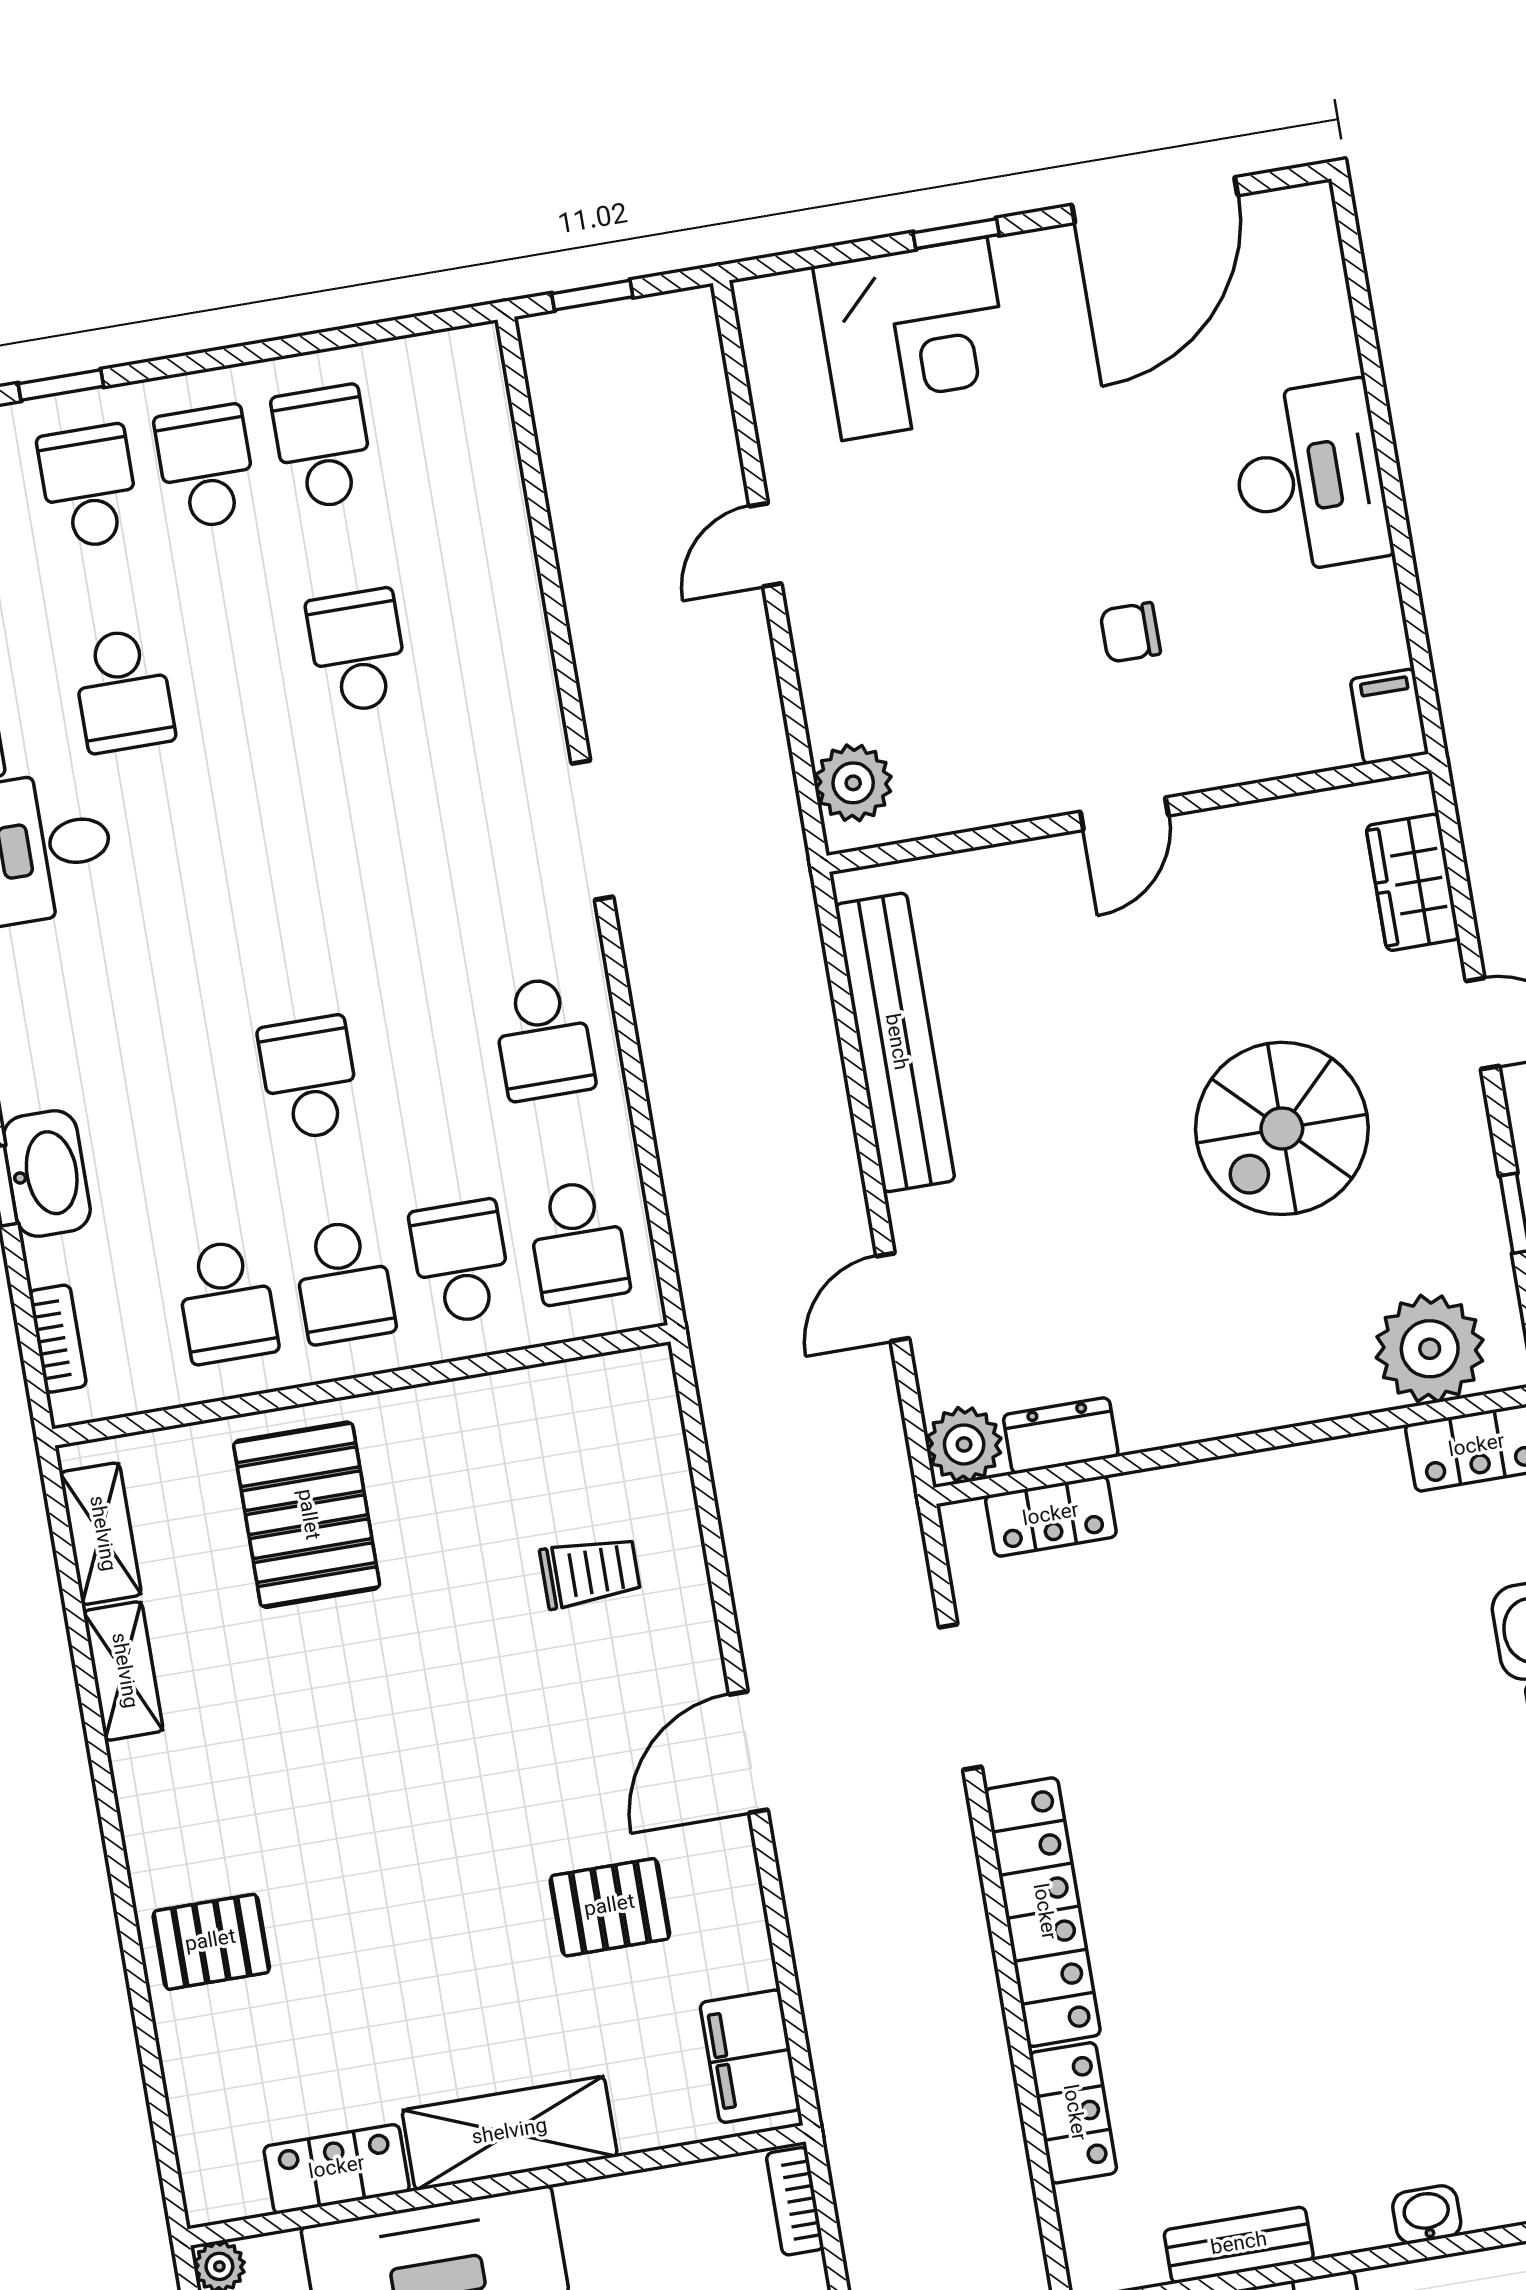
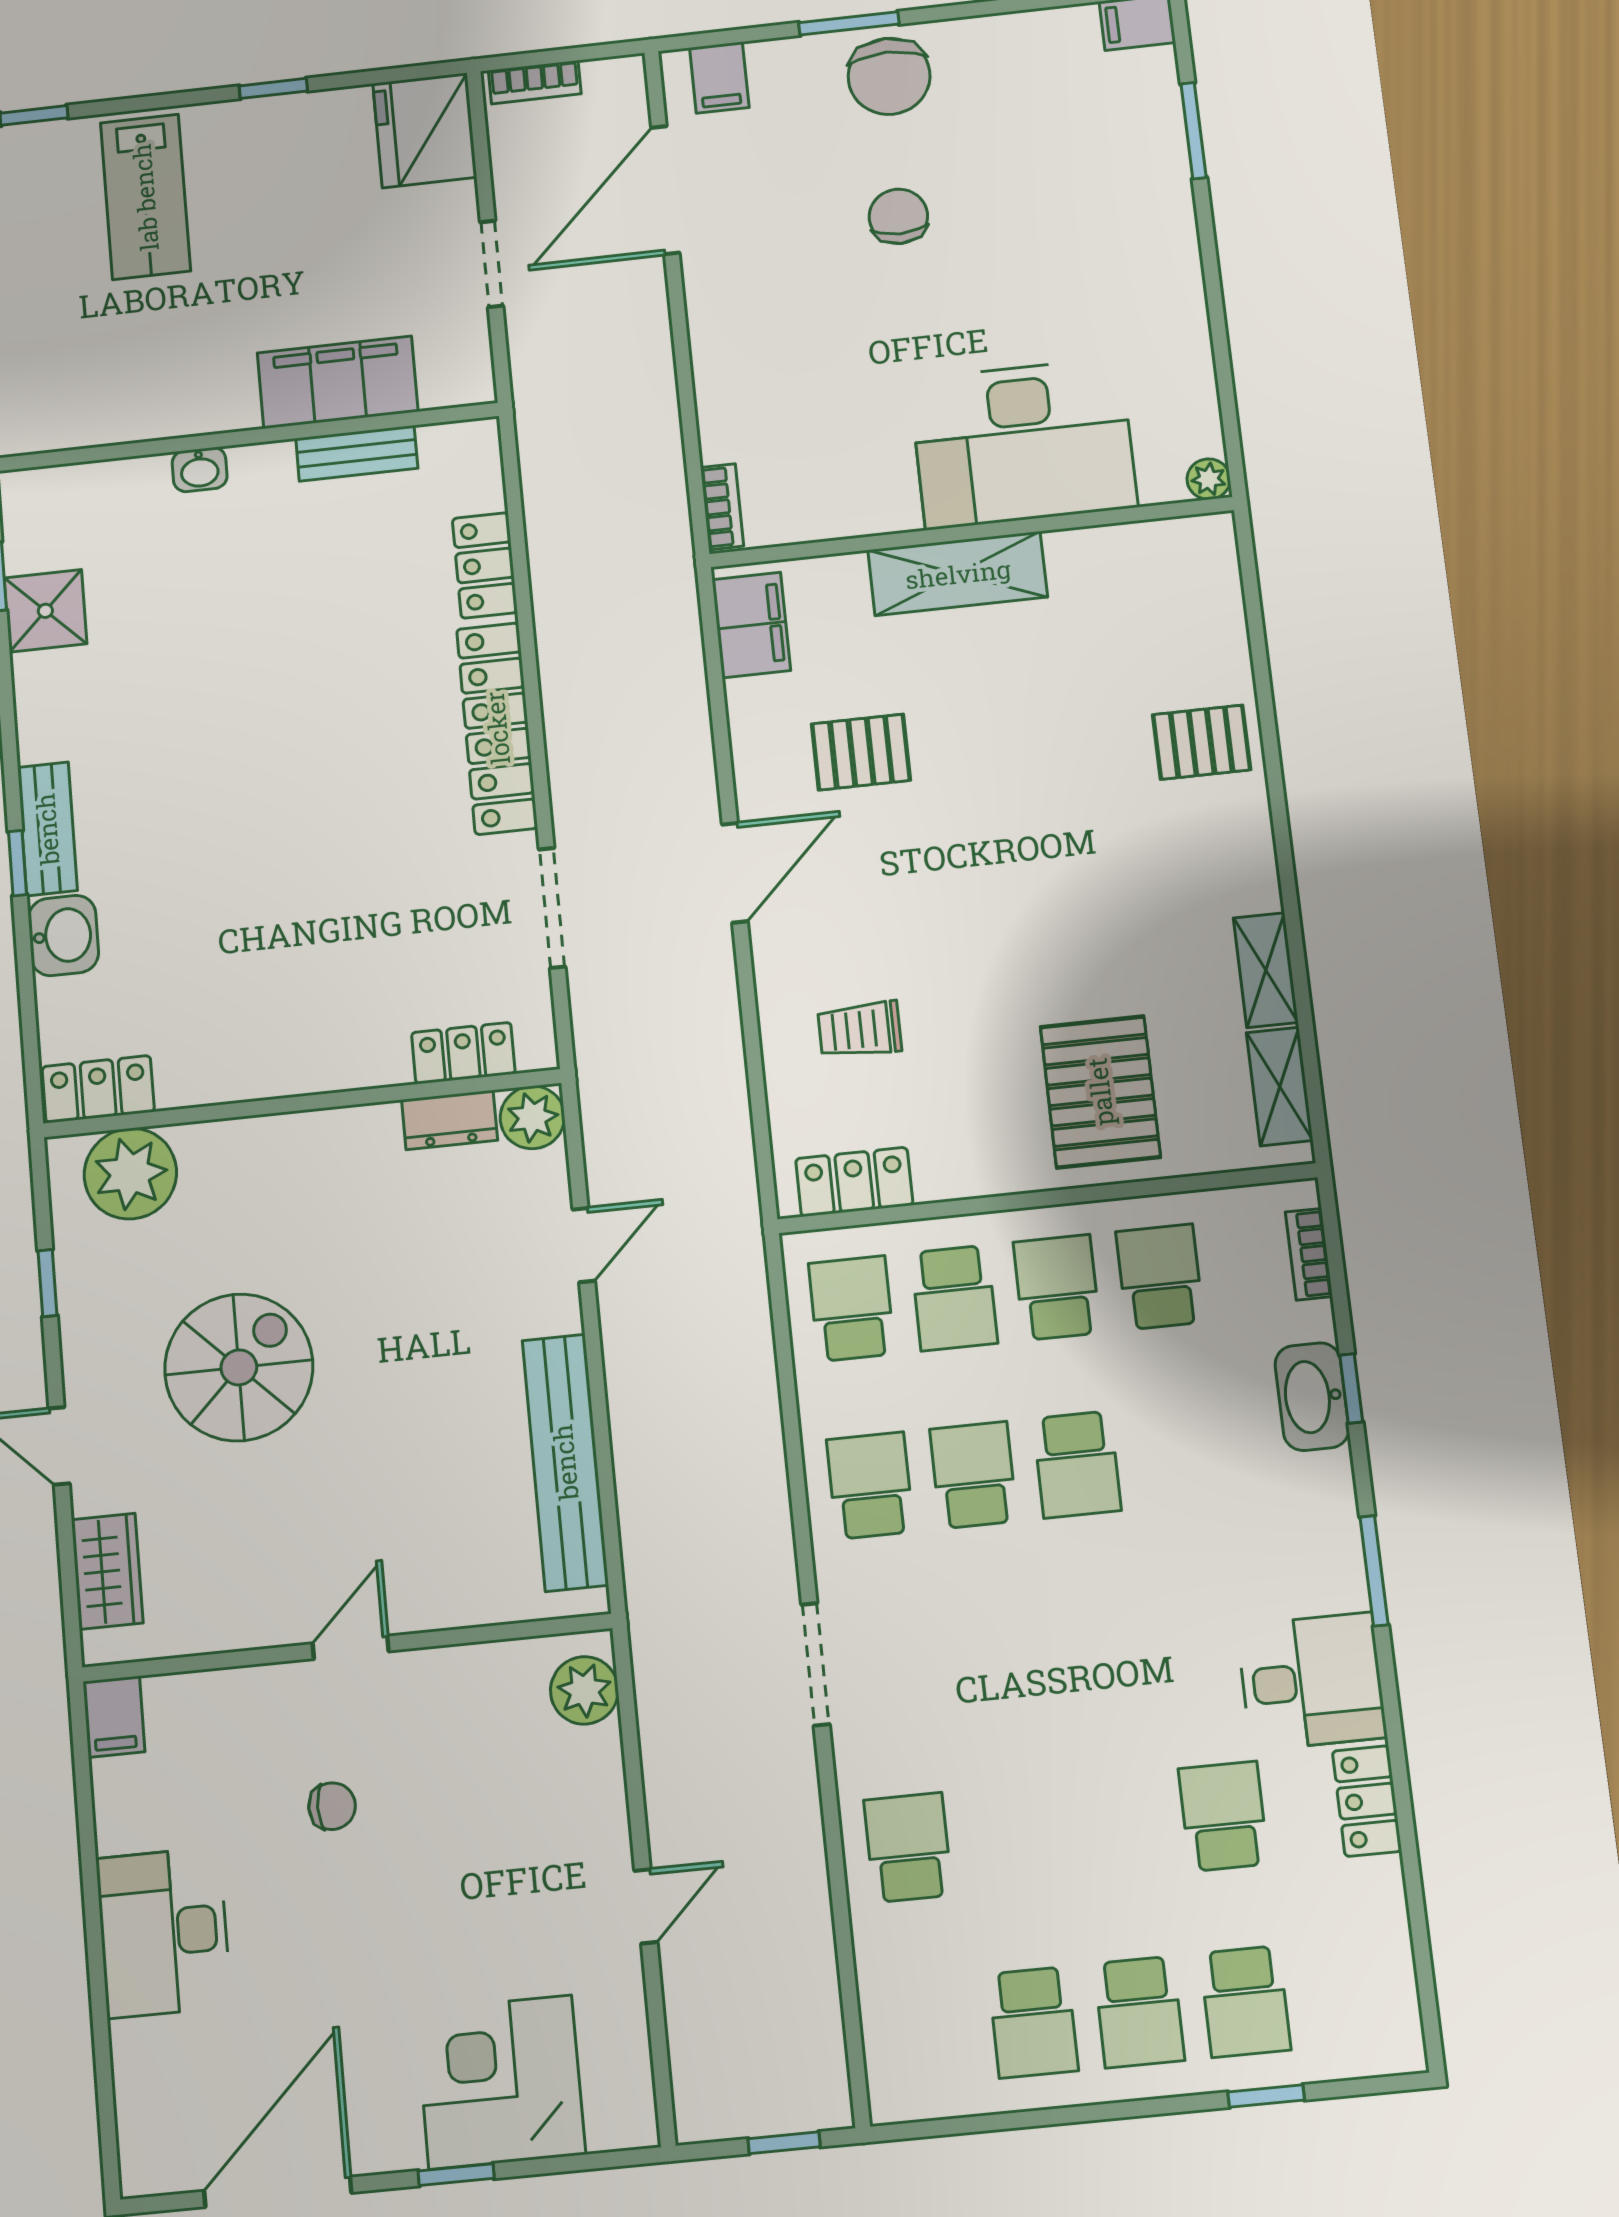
school desk: (358, 651) -> (908, 1848), moved, turned 180
school desk: (426, 1058) -> (973, 1475), added
locker: (337, 2169) -> (854, 1182), moved, turned 180

